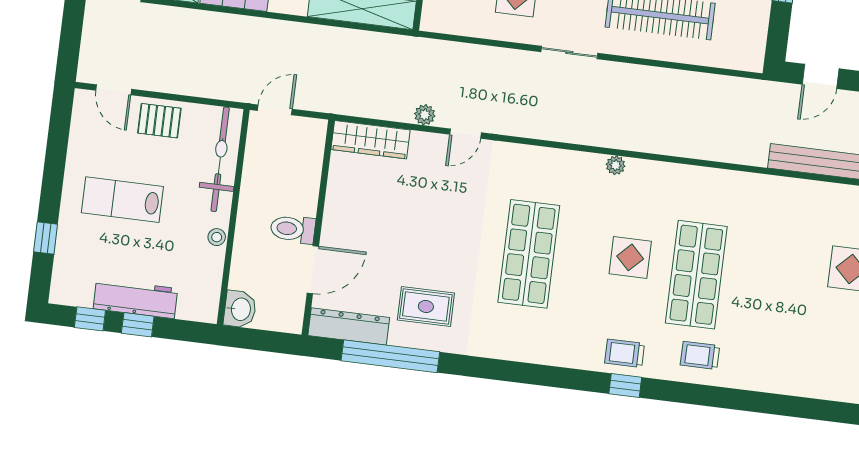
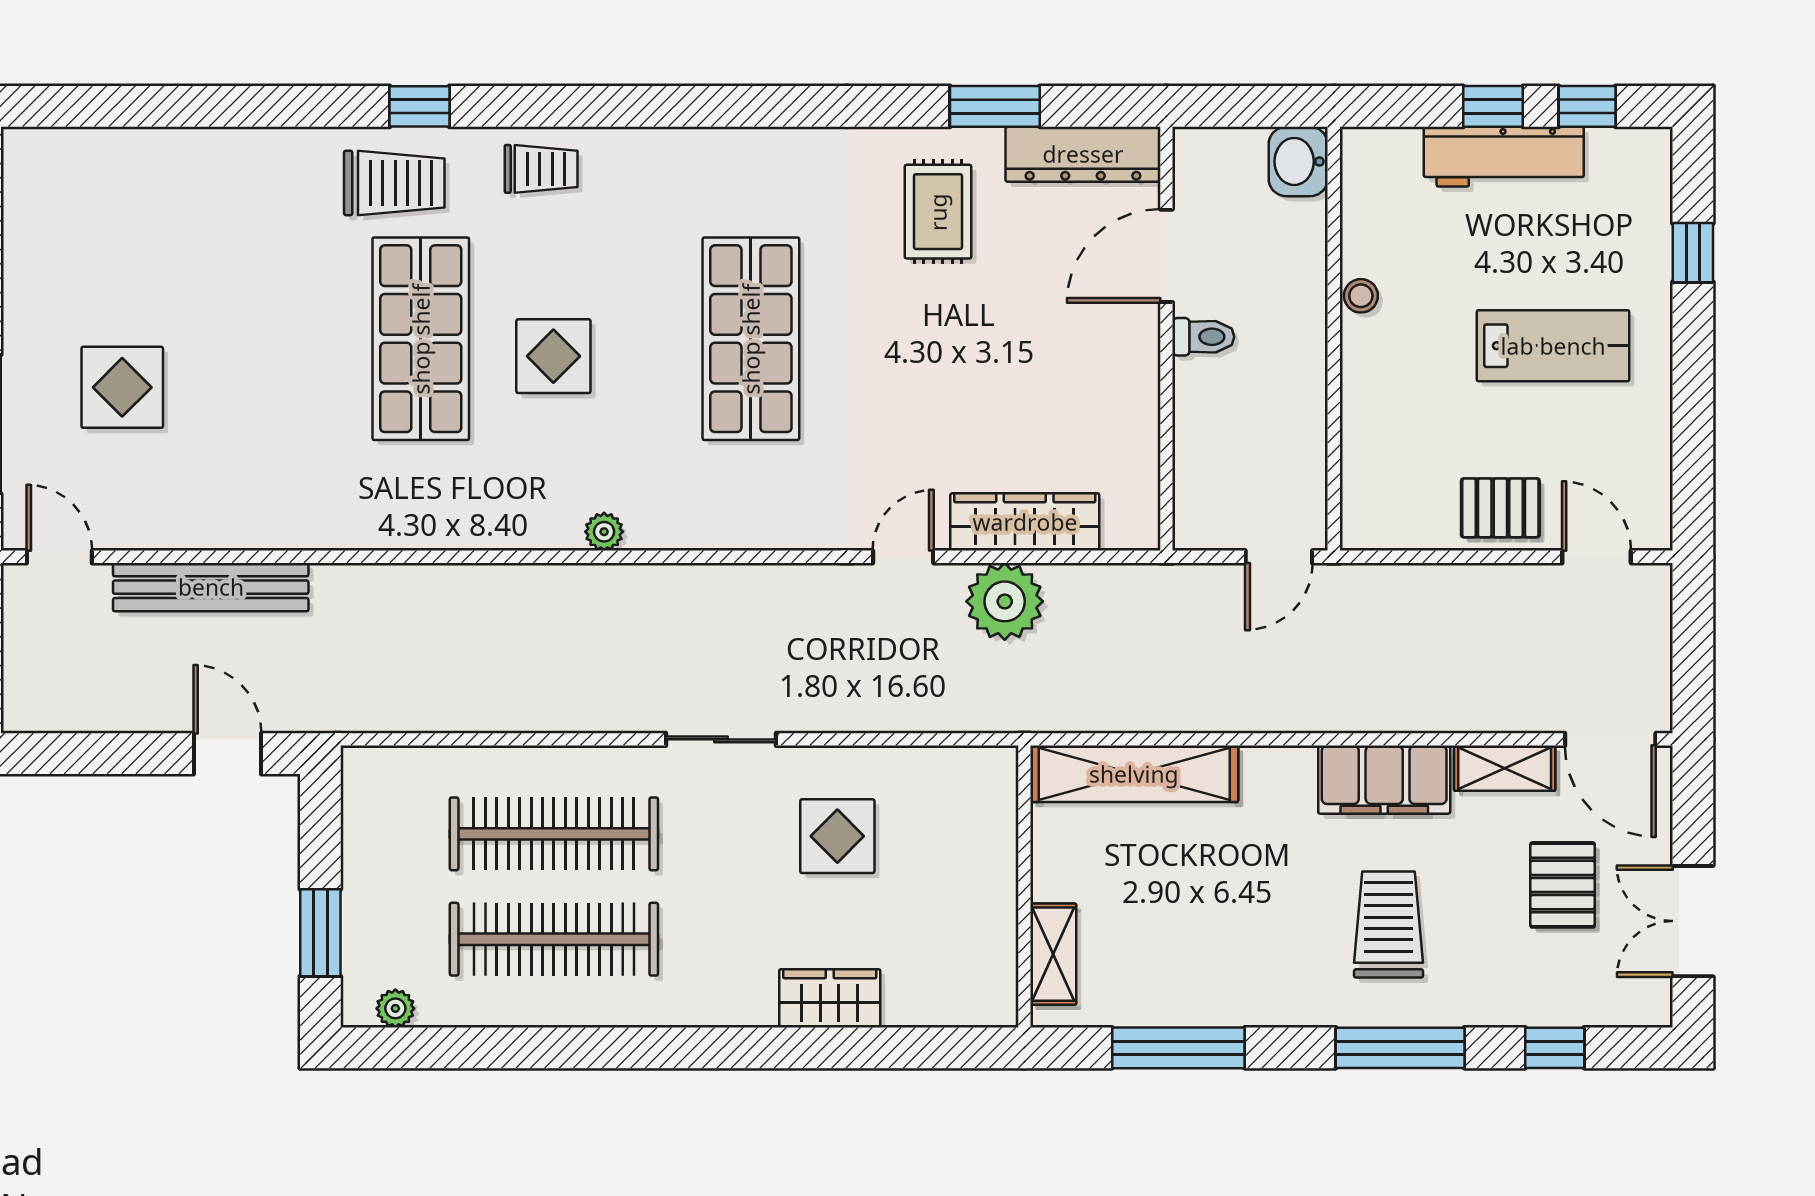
door: (821, 76) -> (227, 754), hinge flipped
plant: (425, 115) -> (1005, 601), width x1.87, depth x1.87
wardrobe: (371, 140) -> (1025, 522), moved
bicycle: (220, 159) -> (1373, 448), removed
toilet: (293, 229) -> (1203, 337), width x0.73, depth x0.72
rug: (426, 306) -> (938, 212), turned 90
trolley: (700, 355) -> (394, 183), width x1.36, depth x1.39
window: (390, 356) -> (995, 106), width x0.47
window: (625, 386) -> (419, 106), moved

